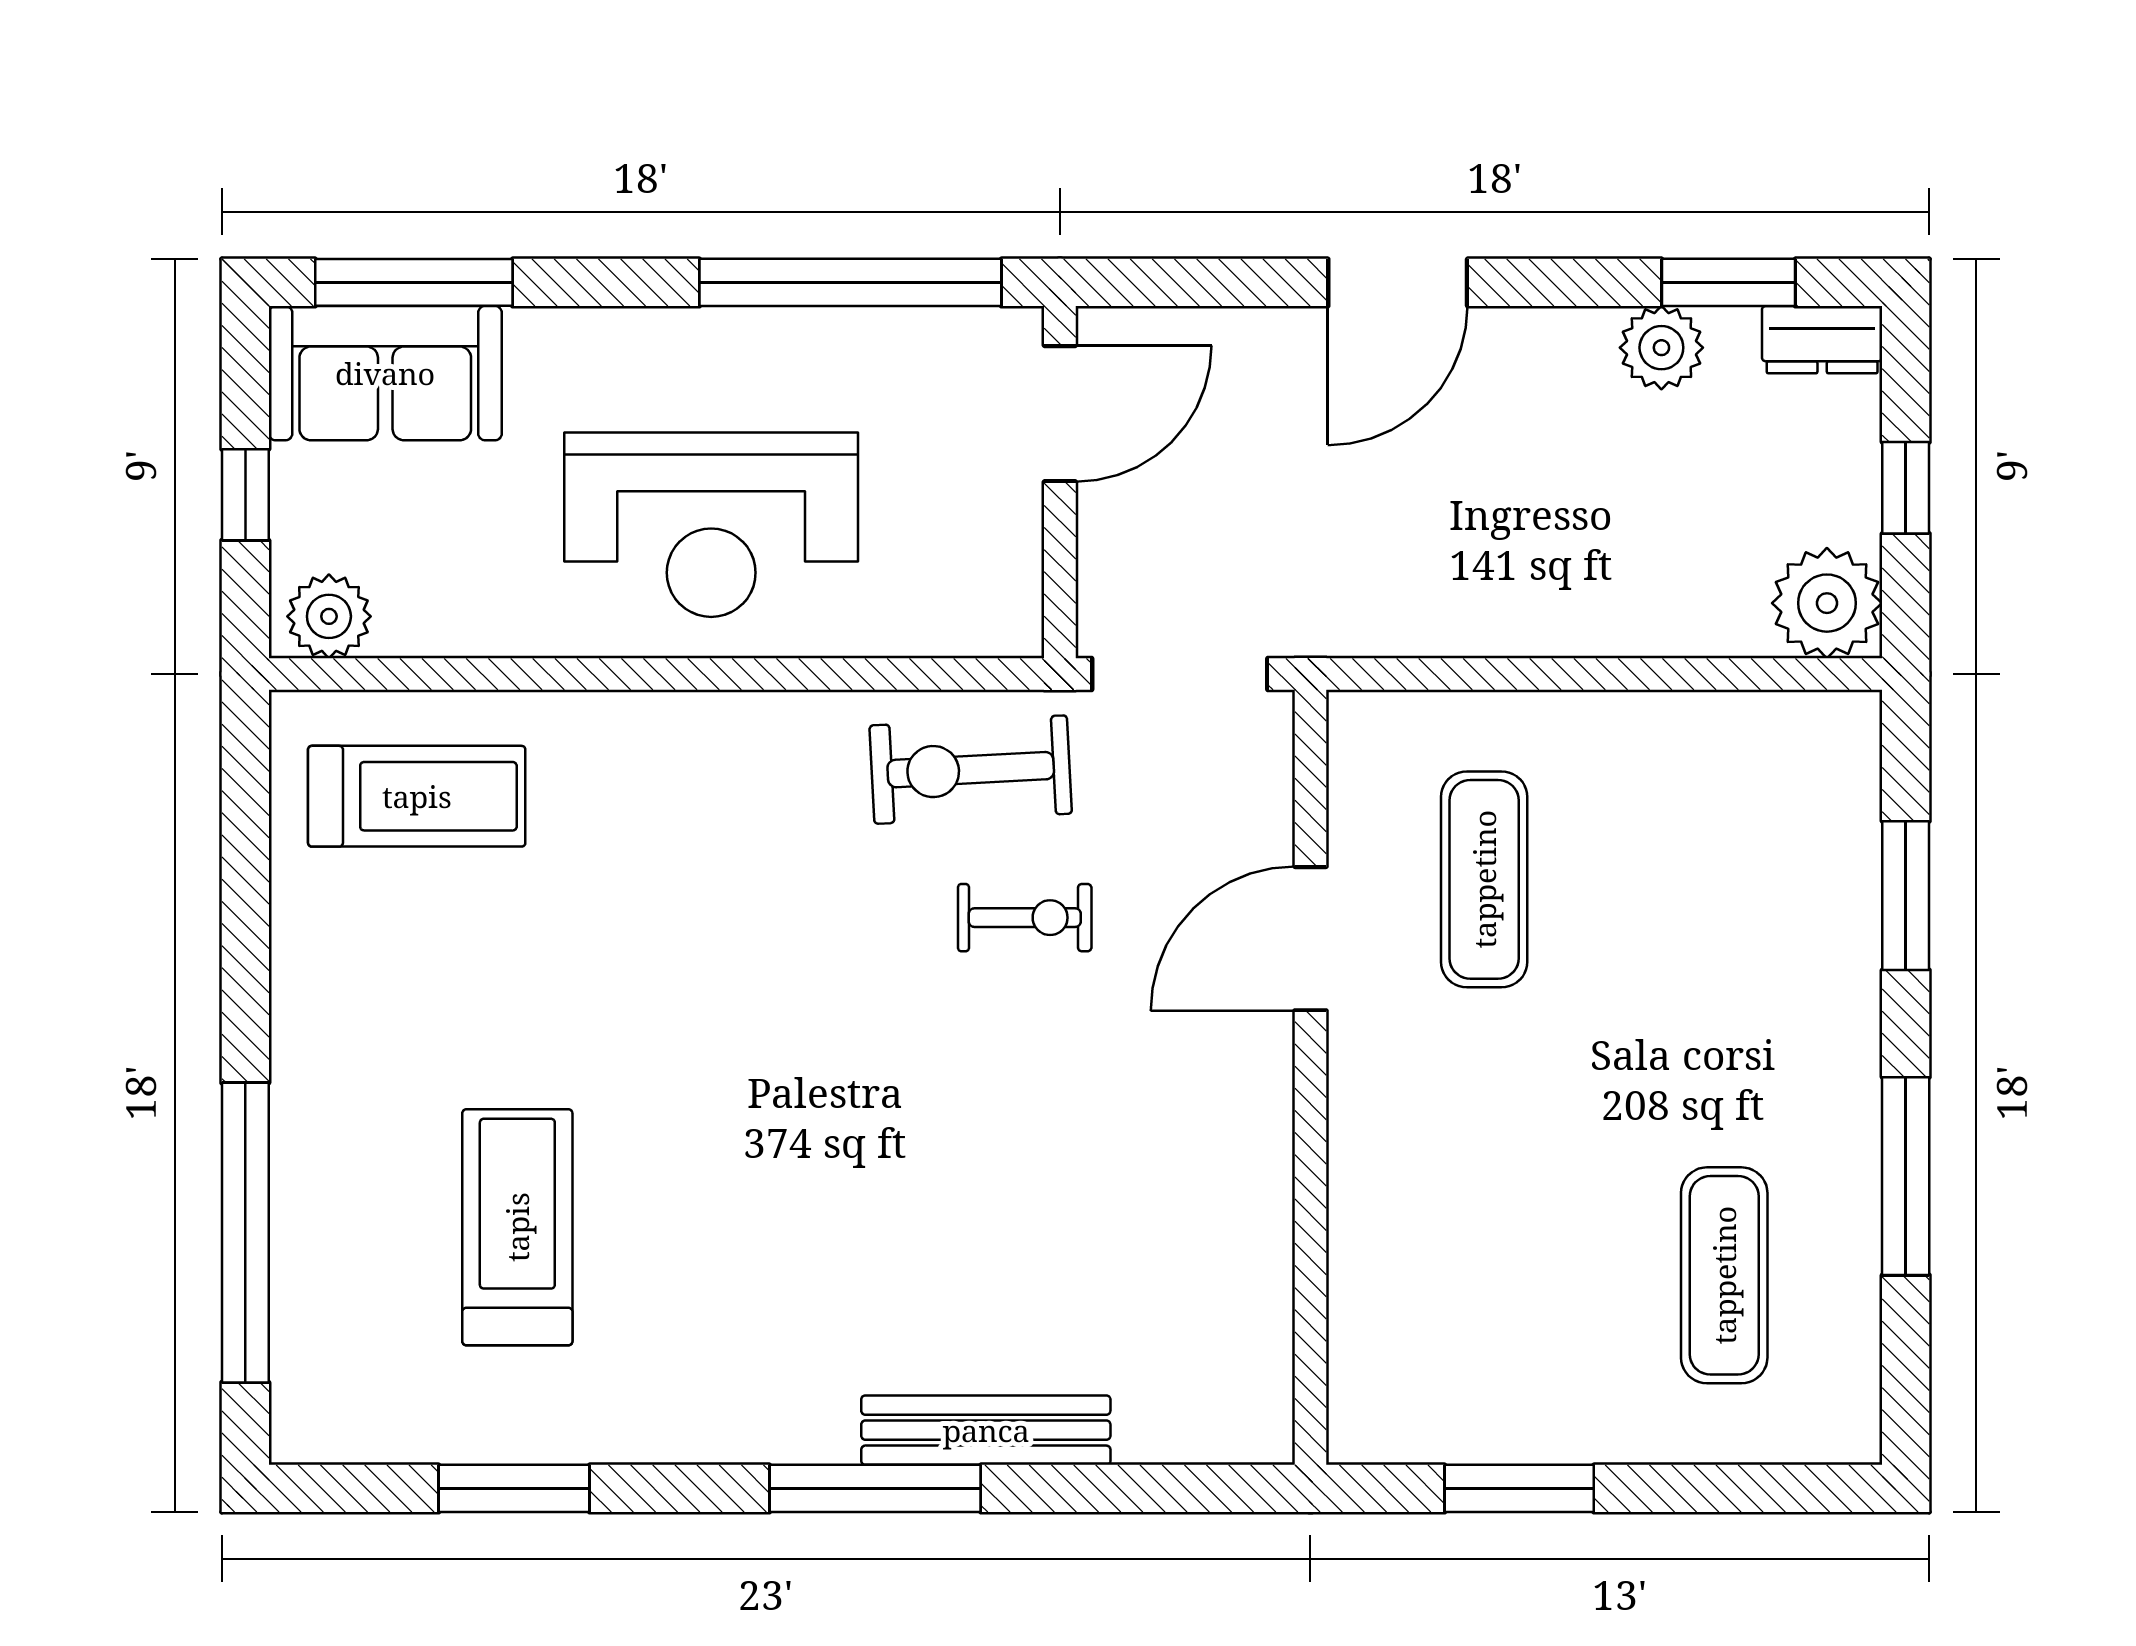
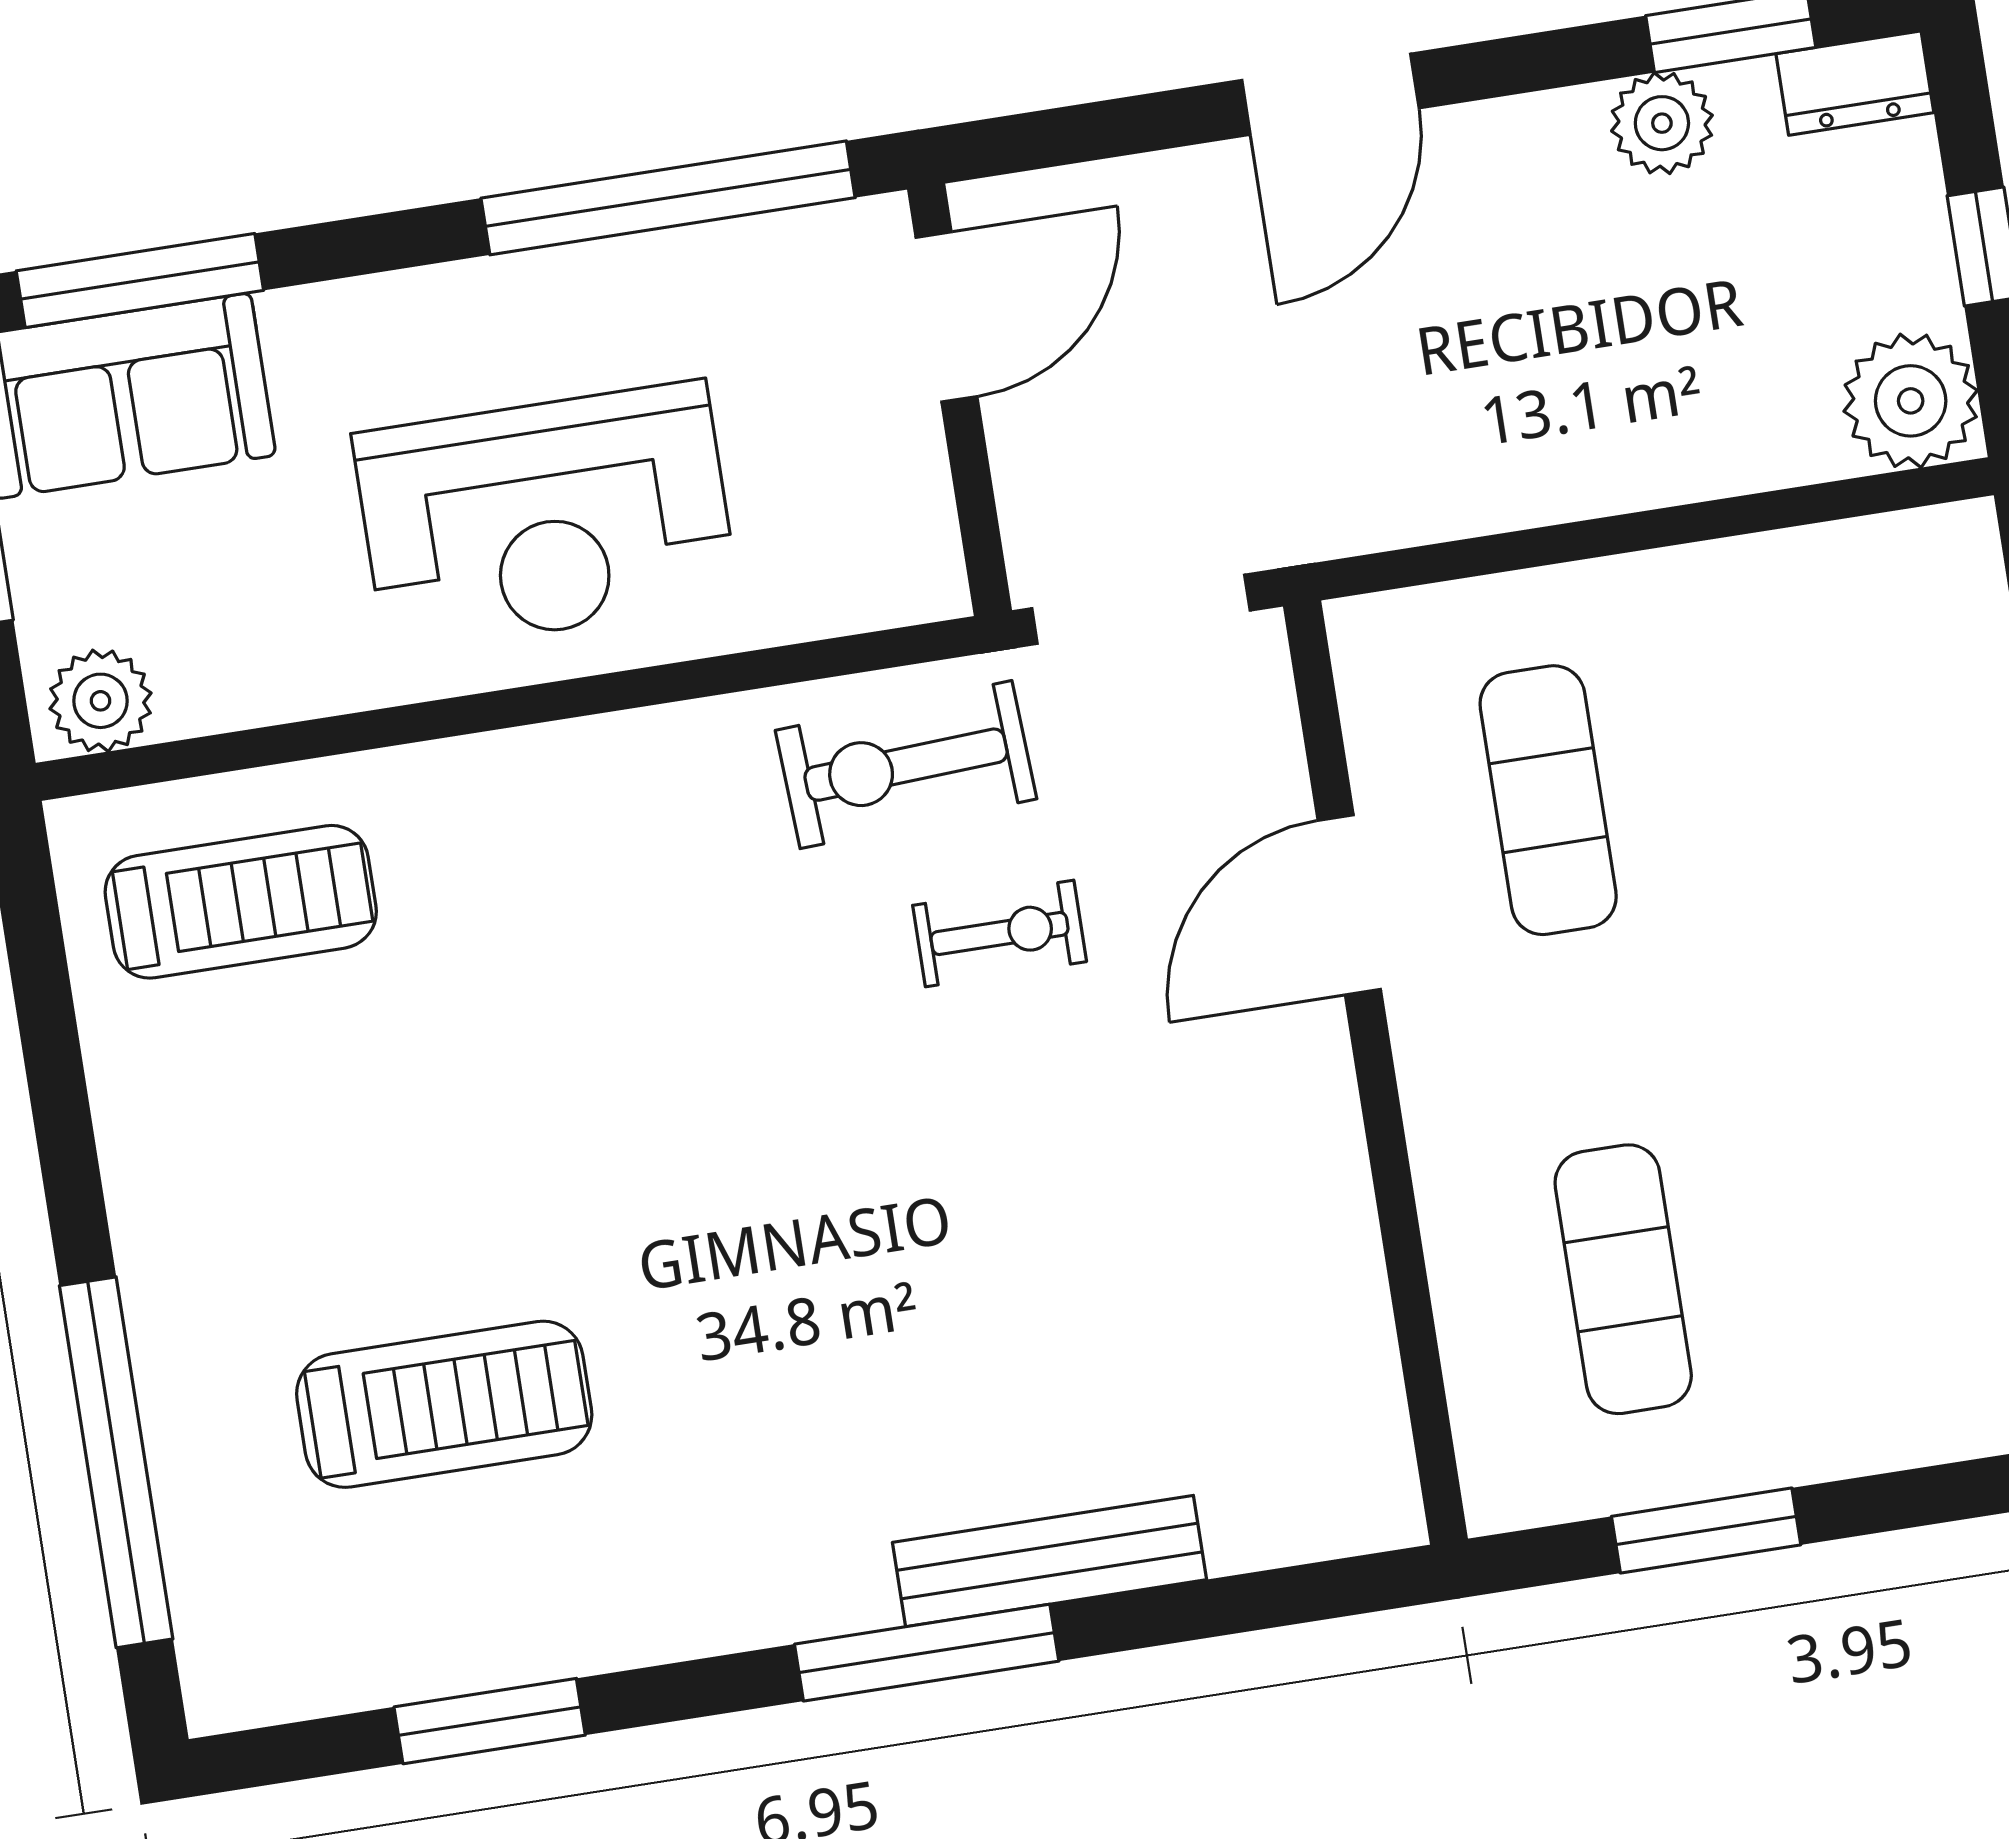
treadmill: (517, 1227) -> (444, 1404), turned 90
exercise mat: (1724, 1275) -> (1623, 1279), moved

